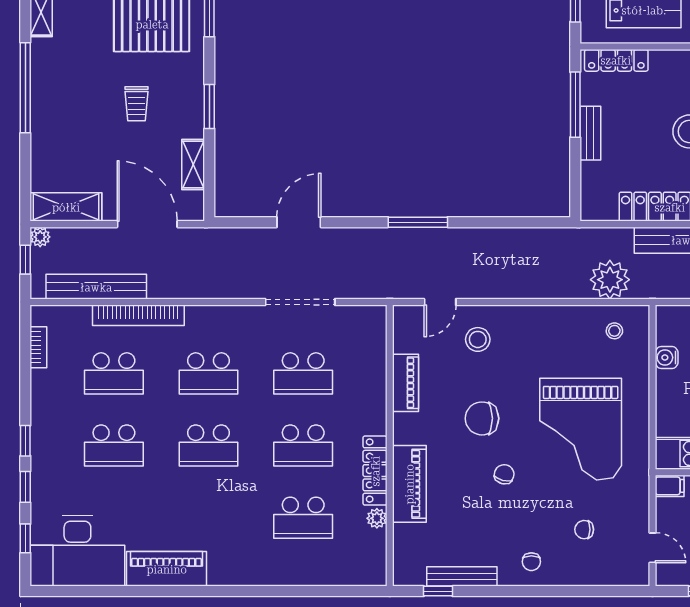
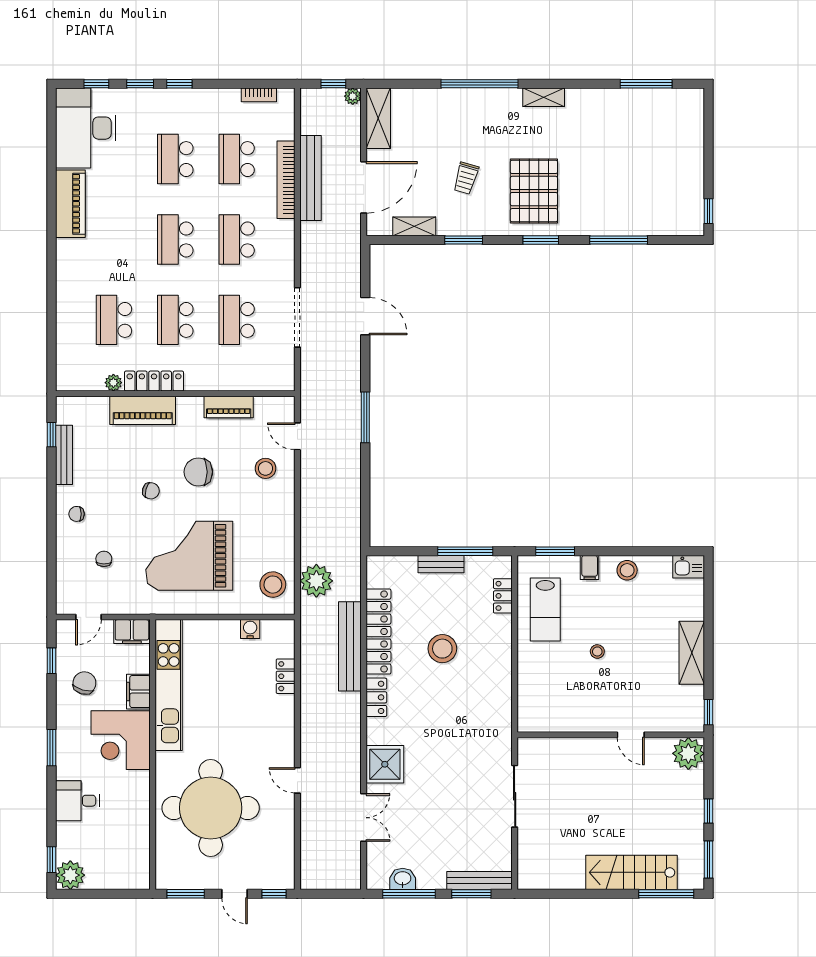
locker: (616, 60) -> (503, 596), width x0.66
trolley: (136, 104) -> (466, 178), turned -74
bench: (96, 287) -> (310, 178), moved
stool: (614, 331) -> (273, 585), width x1.89, depth x1.89
chair: (482, 418) -> (198, 472), turned -90
filing cabinet: (670, 486) -> (132, 632), width x2.00

